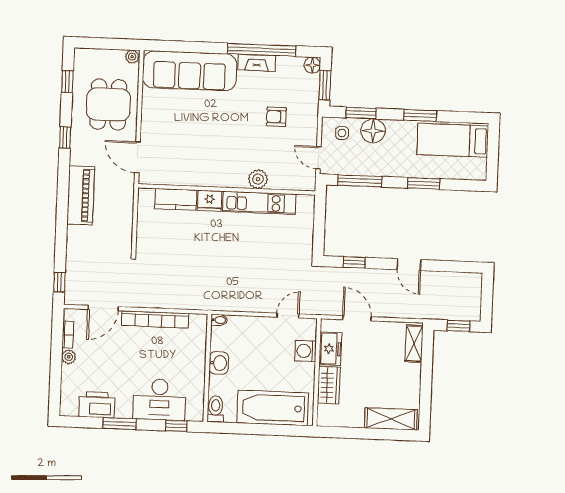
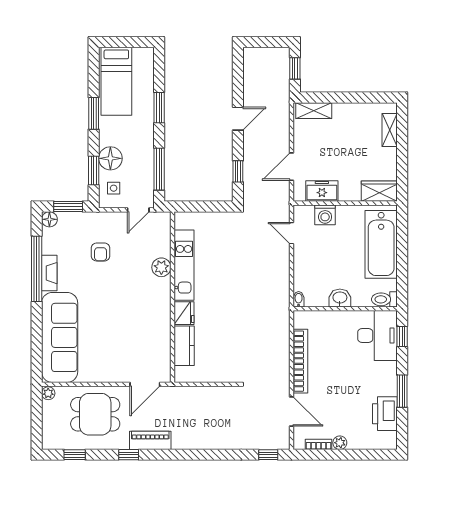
piano: (81, 195) -> (150, 440), moved, width x0.73, depth x0.75
wardrobe: (329, 385) -> (379, 191), moved
desk: (159, 400) -> (377, 336), moved
shelving: (391, 419) -> (390, 130), width x0.67, depth x0.75

